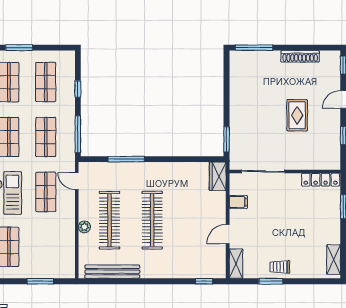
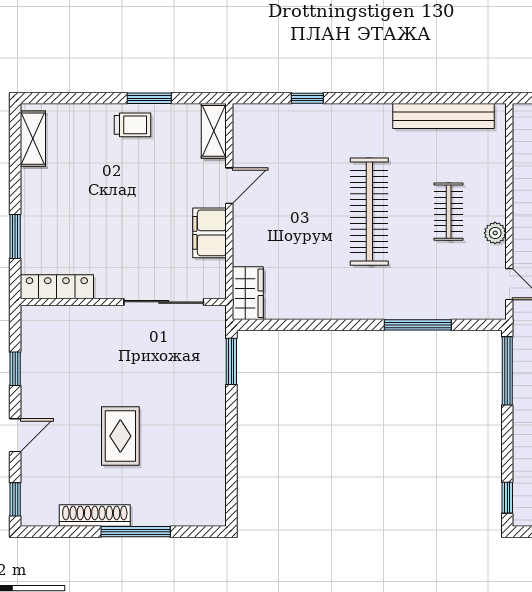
window: (254, 48) -> (136, 532), moved
window: (78, 89) -> (507, 498), moved
rug: (297, 115) -> (120, 436), moved
filing cabinet: (238, 202) -> (209, 233), width x2.00
clothes rail: (109, 220) -> (449, 212), width x0.54, depth x0.76
plant: (84, 227) -> (495, 233), moved
window: (204, 281) -> (307, 98), moved

